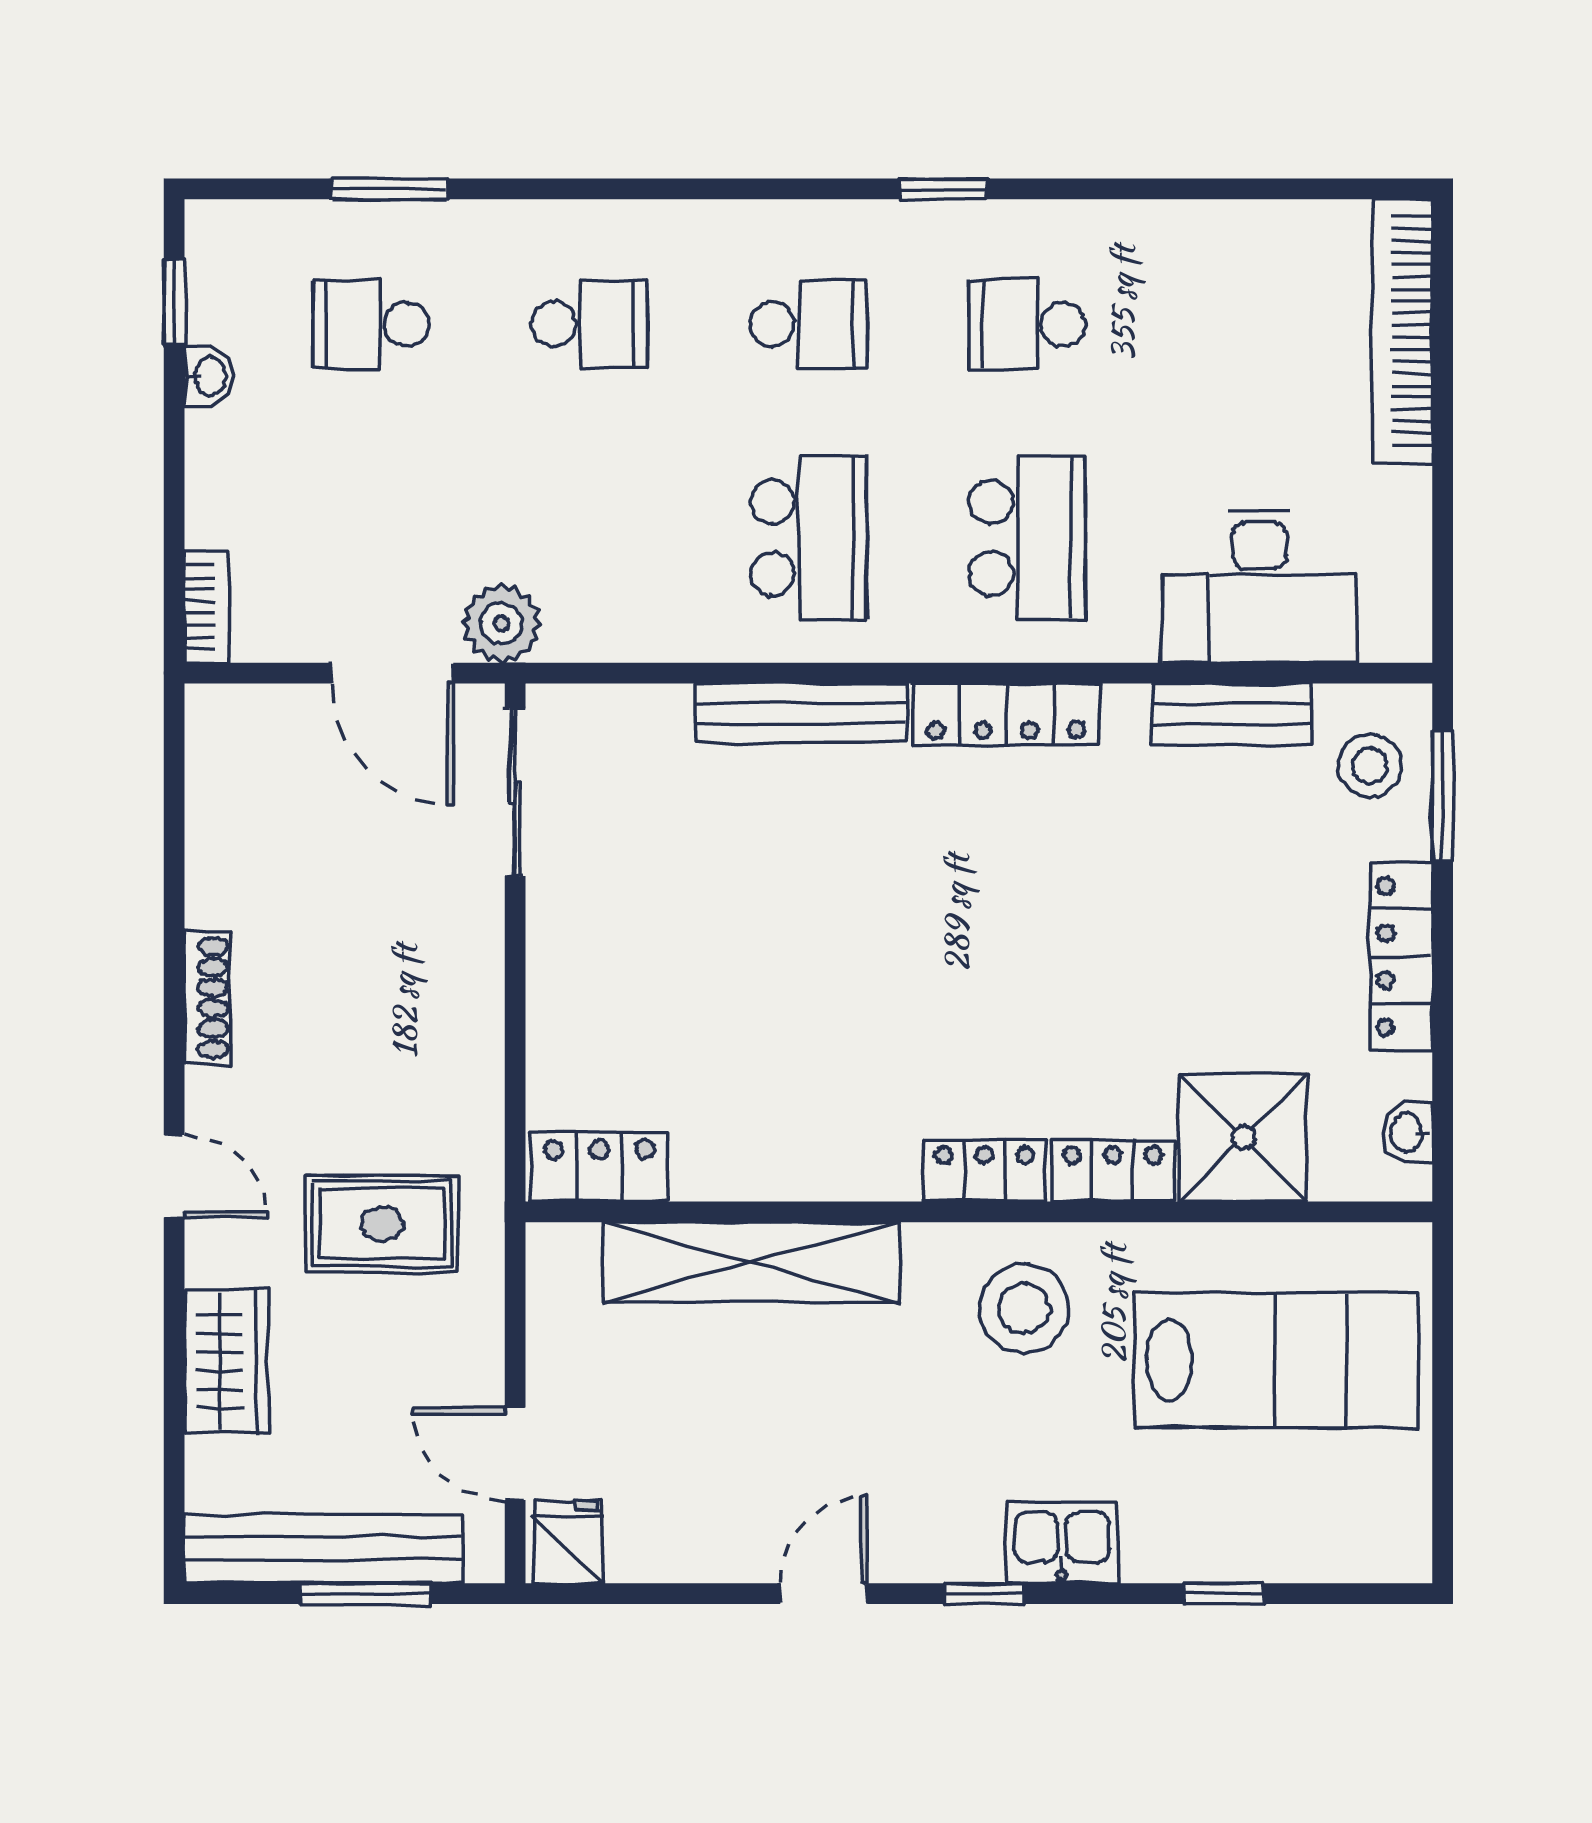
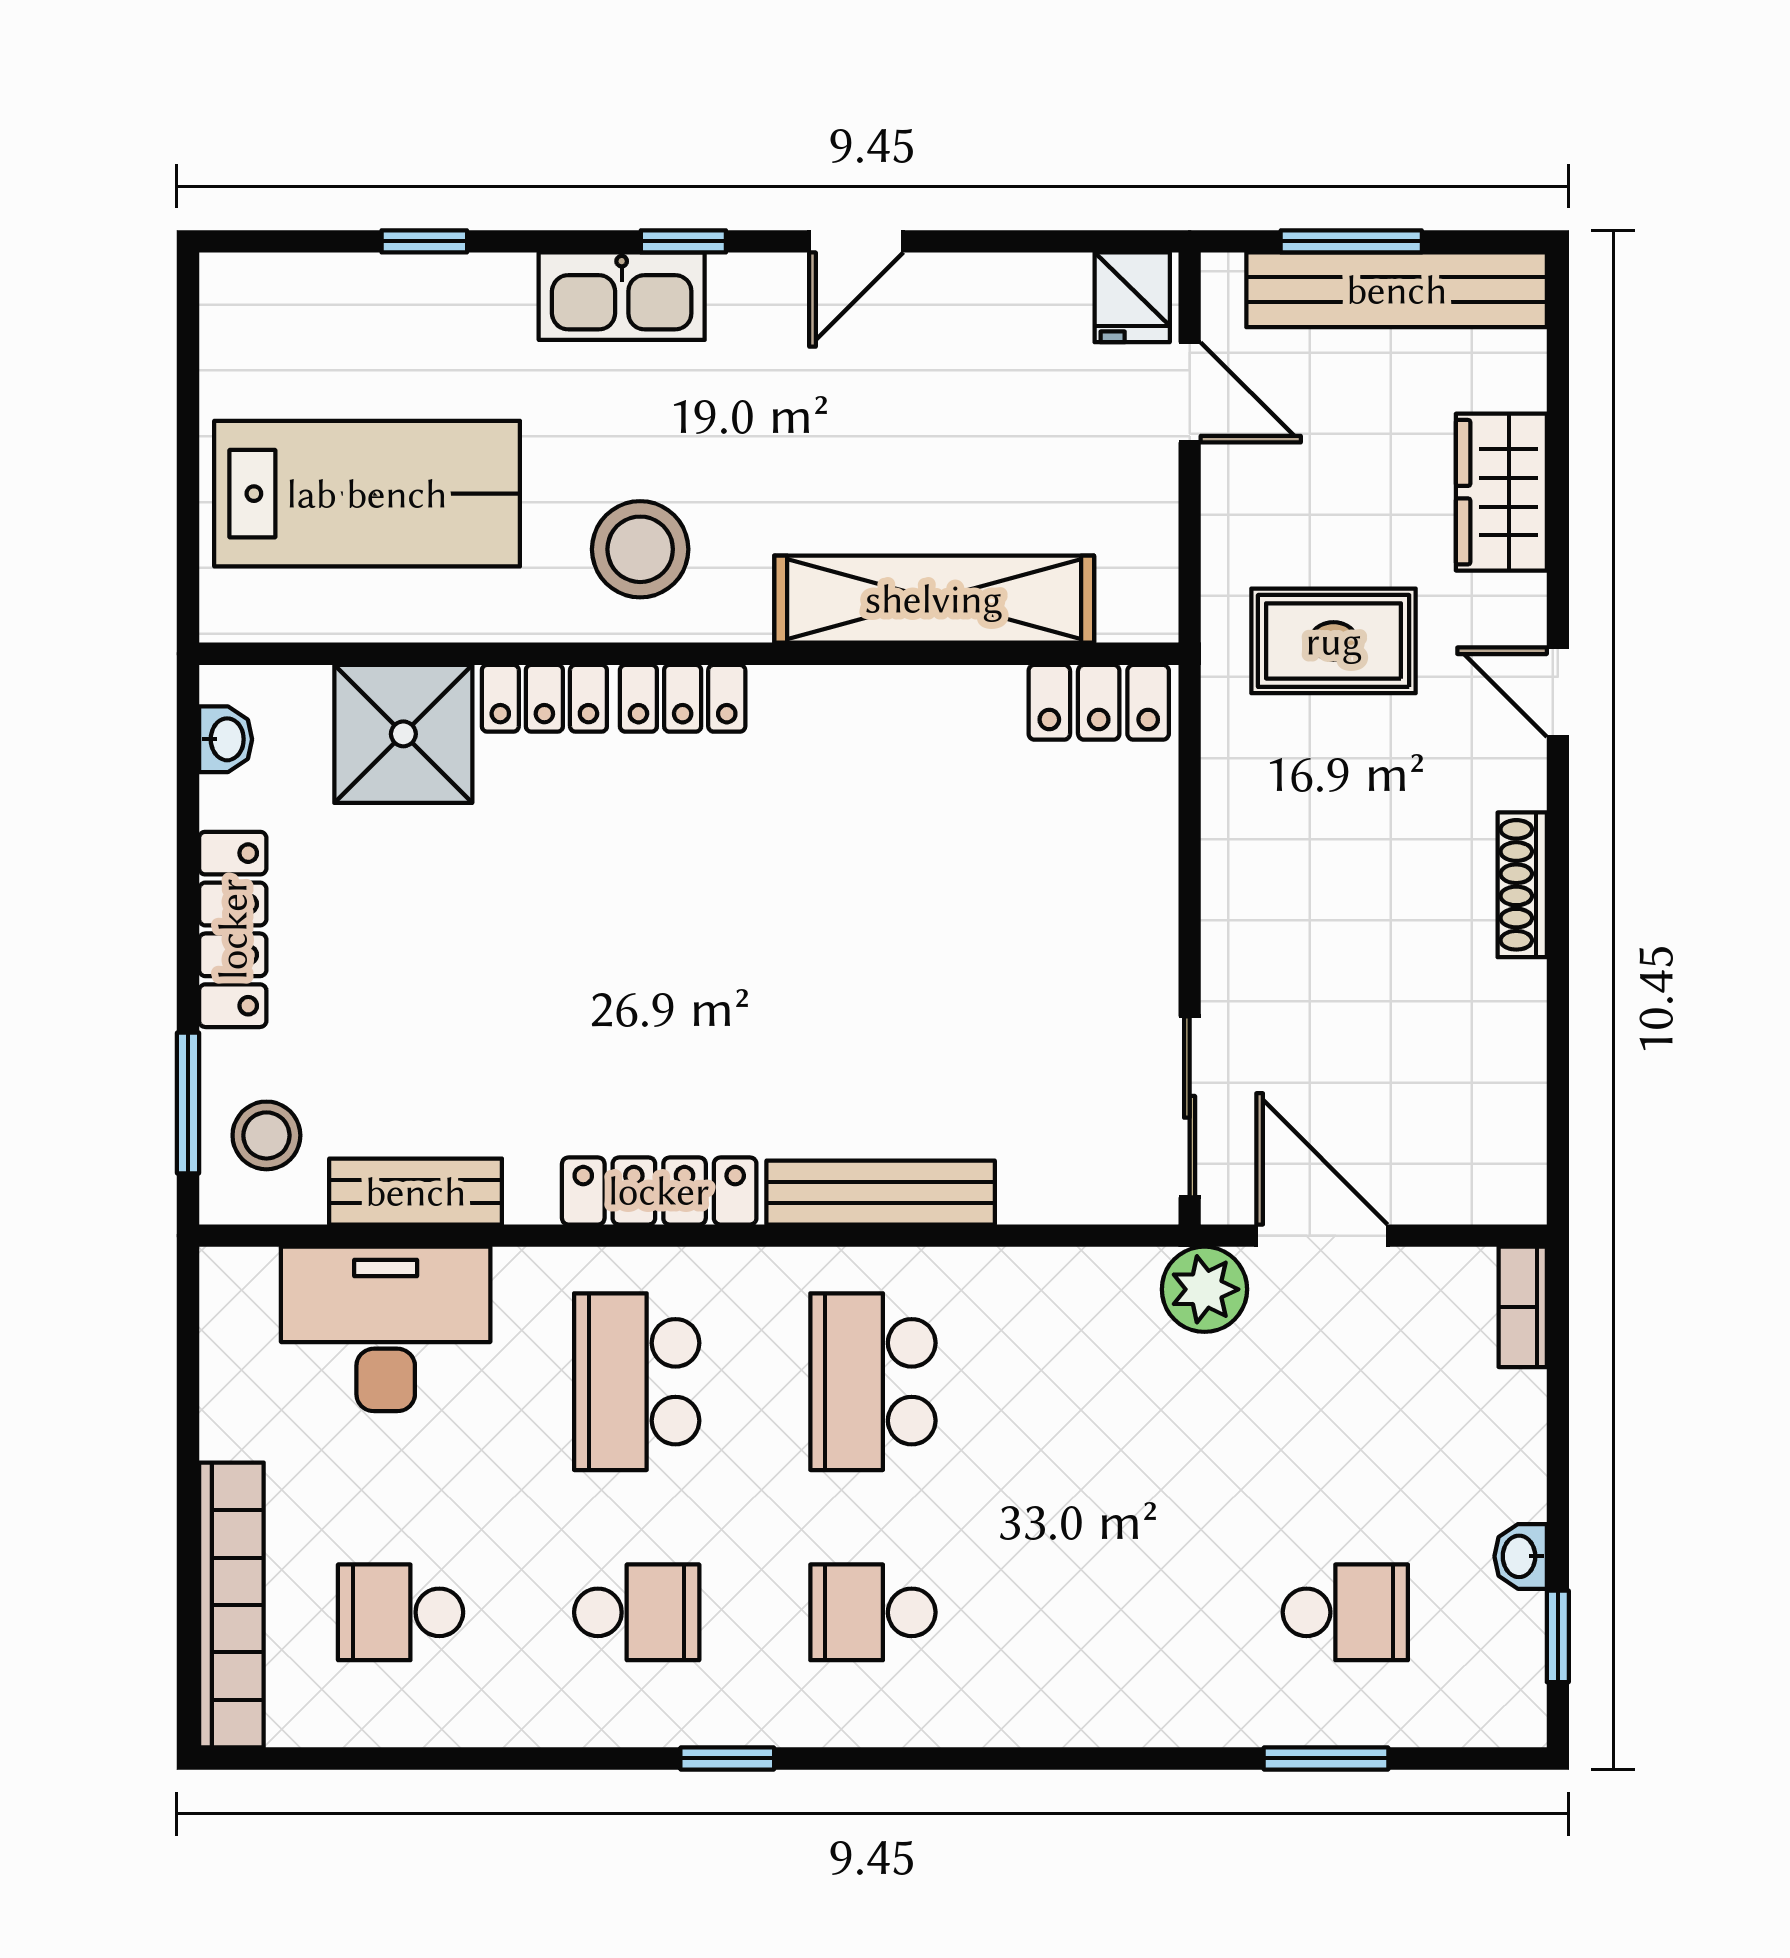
school desk: (590, 324) -> (400, 1612), moved
lab bench: (1277, 1360) -> (367, 494), turned 180
kitchen sink: (1062, 1543) -> (622, 296), width x1.38

